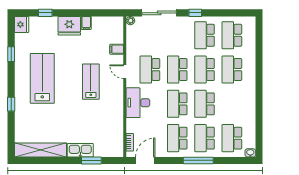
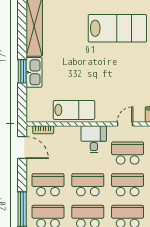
lab bench: (91, 82) -> (74, 110), moved
desk: (138, 103) -> (94, 139), width x0.73
window: (91, 160) -> (22, 71), moved

